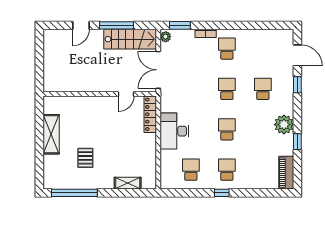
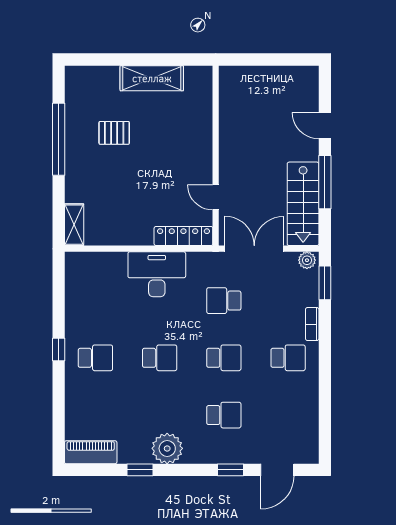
school desk: (191, 170) -> (224, 301), moved, turned 180
shelving: (128, 183) -> (74, 225), moved
window: (74, 193) -> (59, 139), moved

